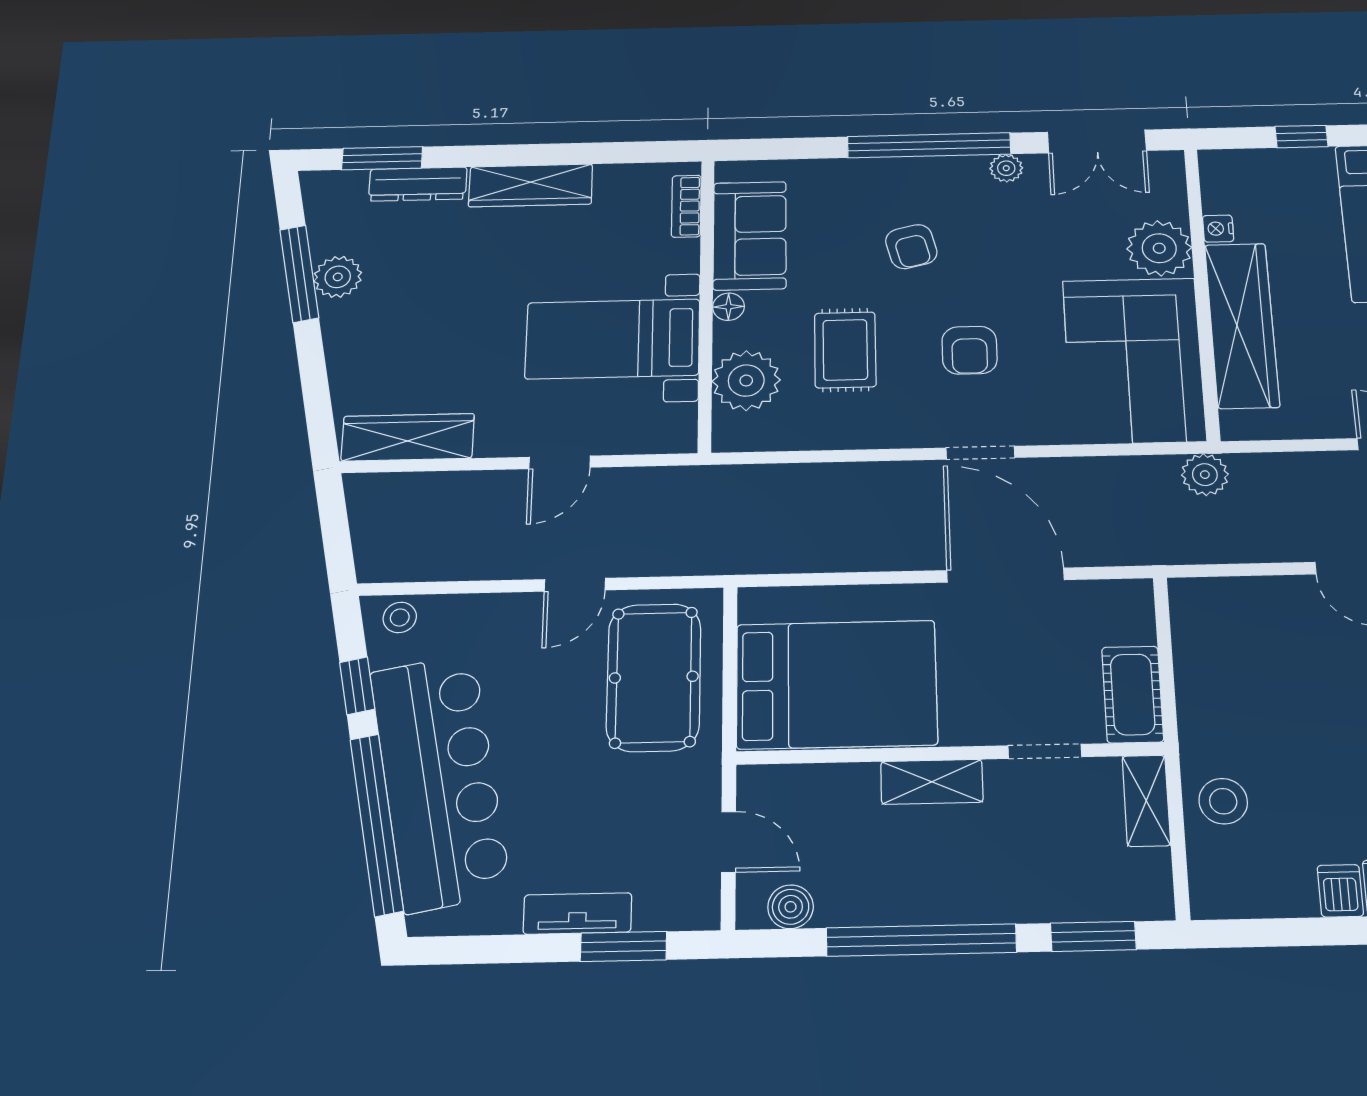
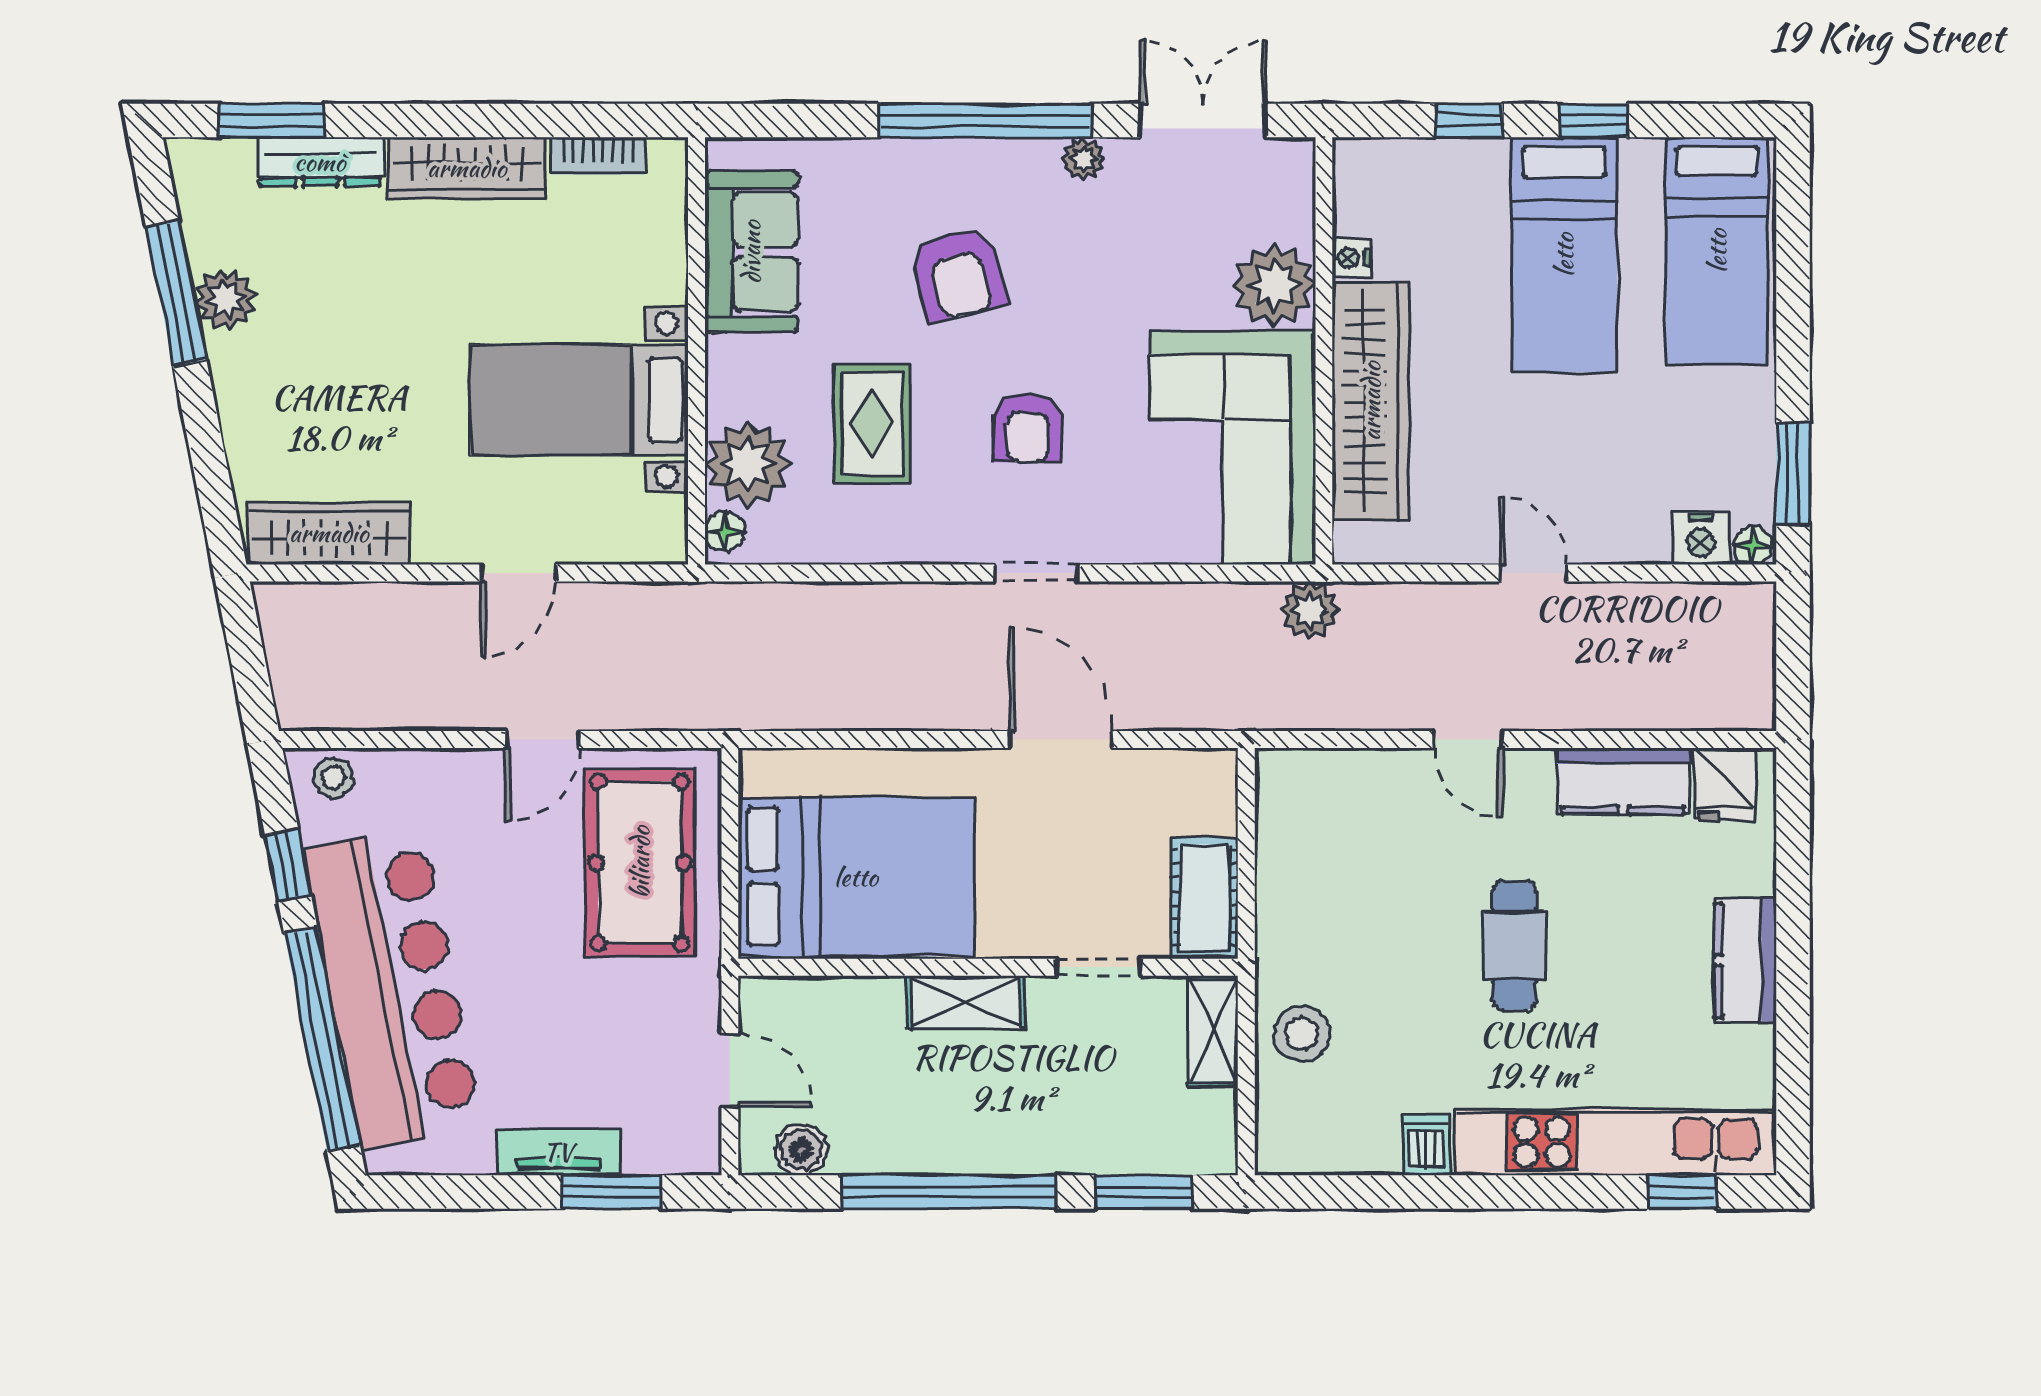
double door: (1097, 141) -> (1203, 121), swing flipped
bookcase: (686, 206) -> (598, 156), moved, turned -90
armchair: (911, 247) -> (958, 274), width x1.38, depth x1.38
floor lamp: (728, 307) -> (725, 531), moved
door: (1005, 575) -> (1061, 740), width x0.73

